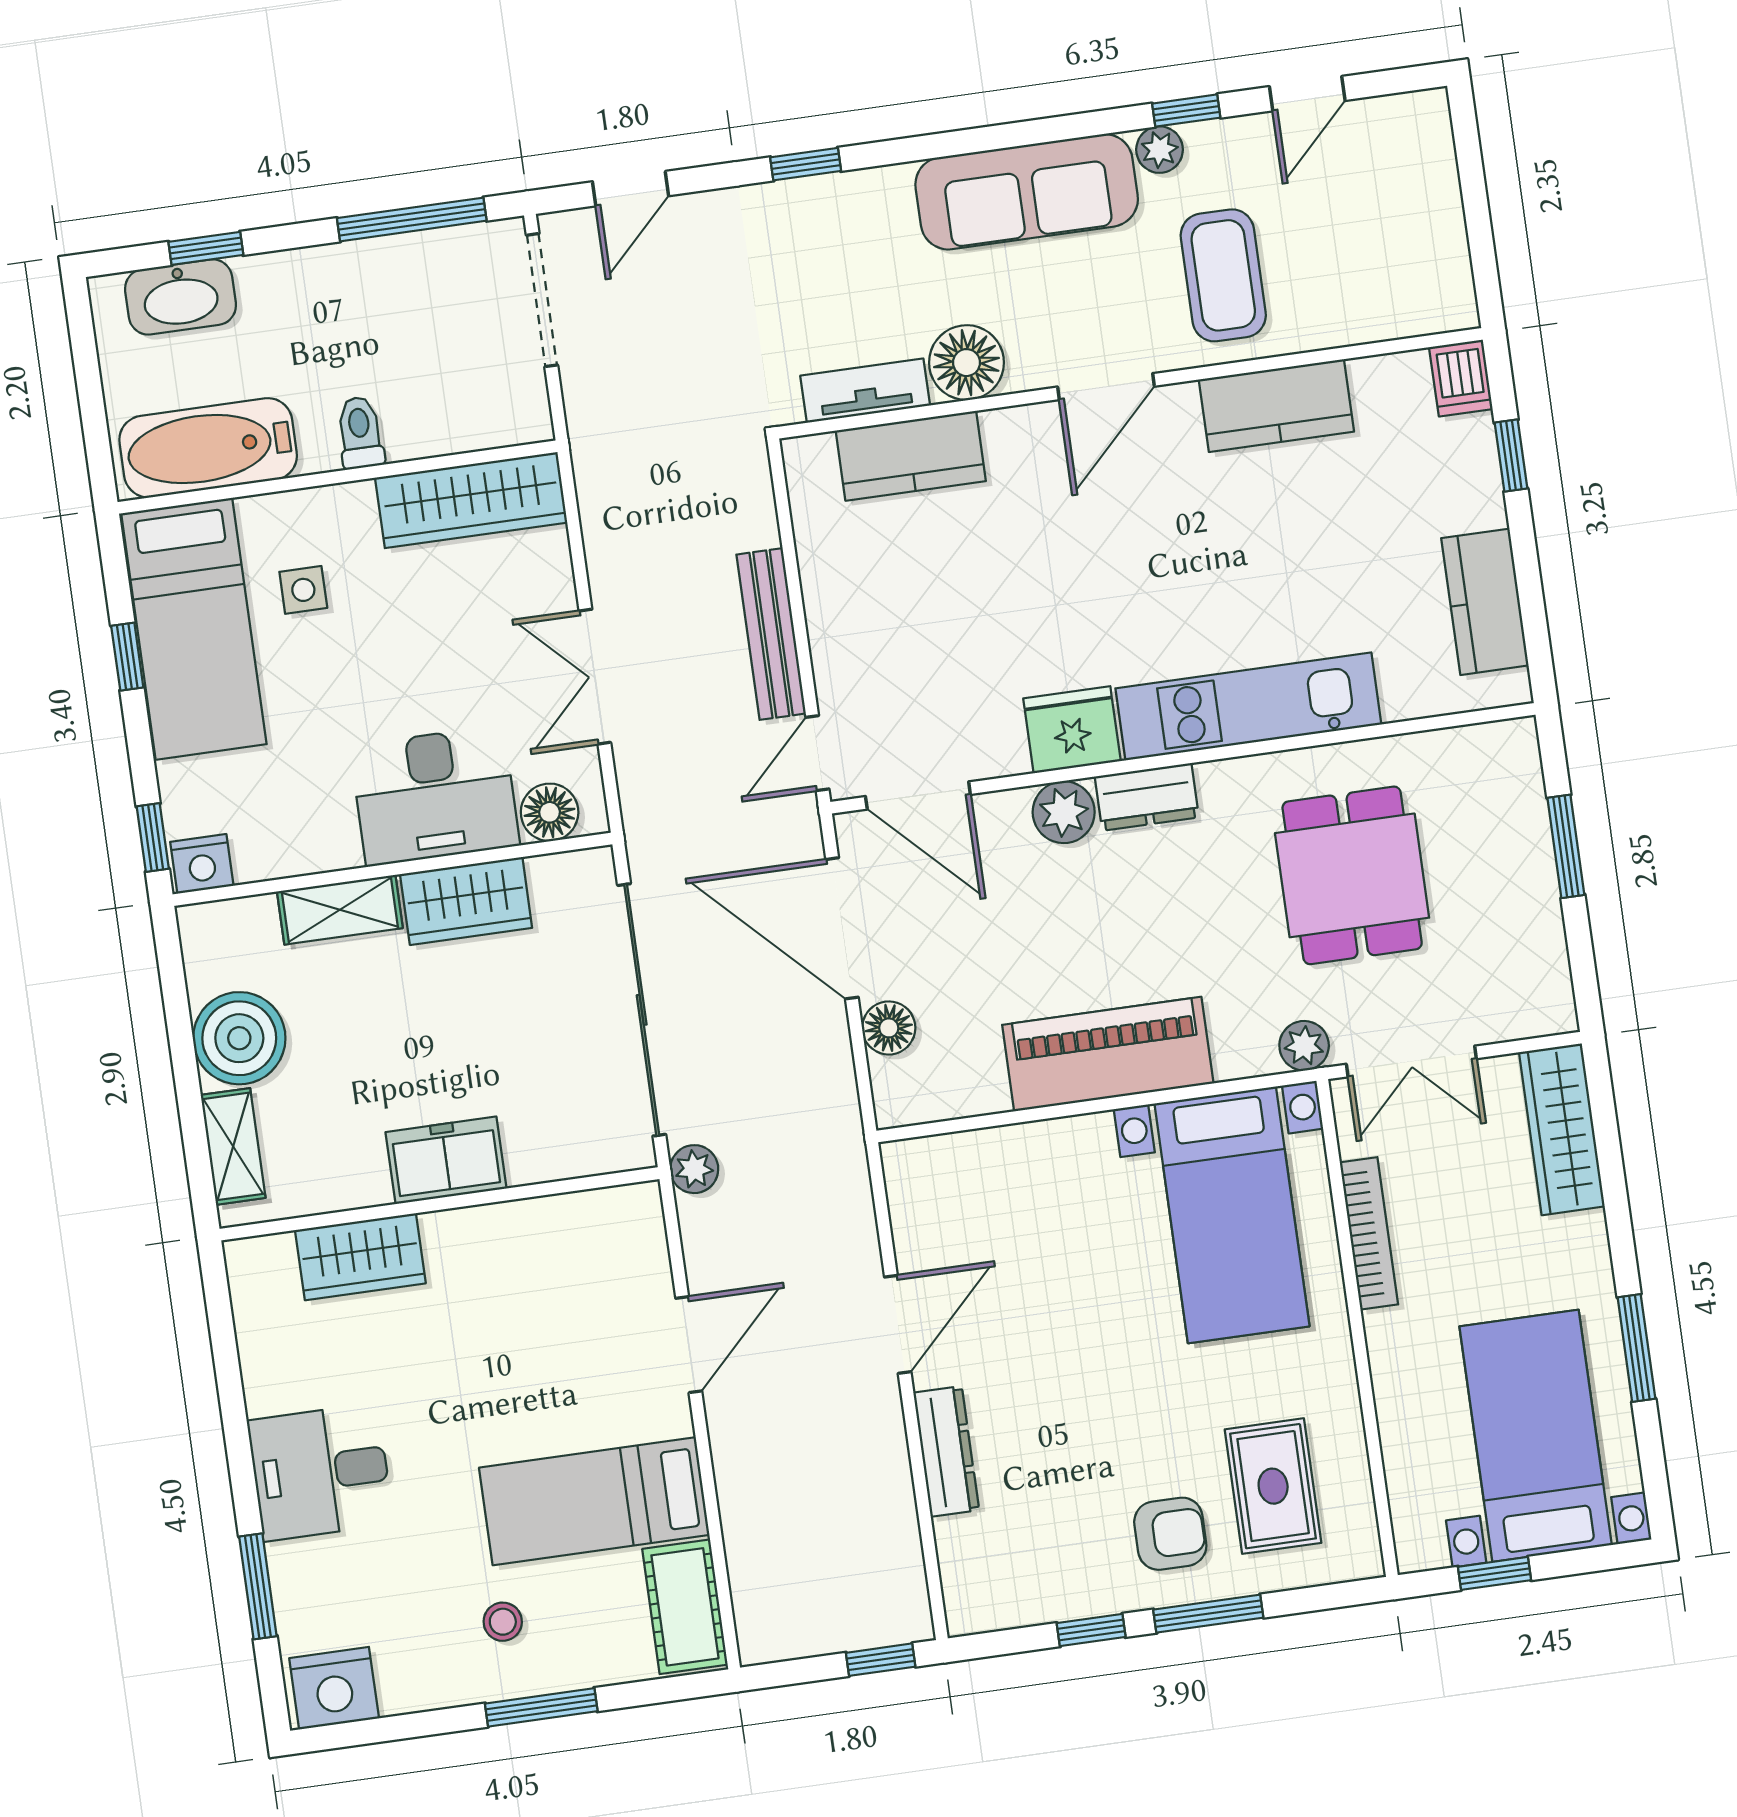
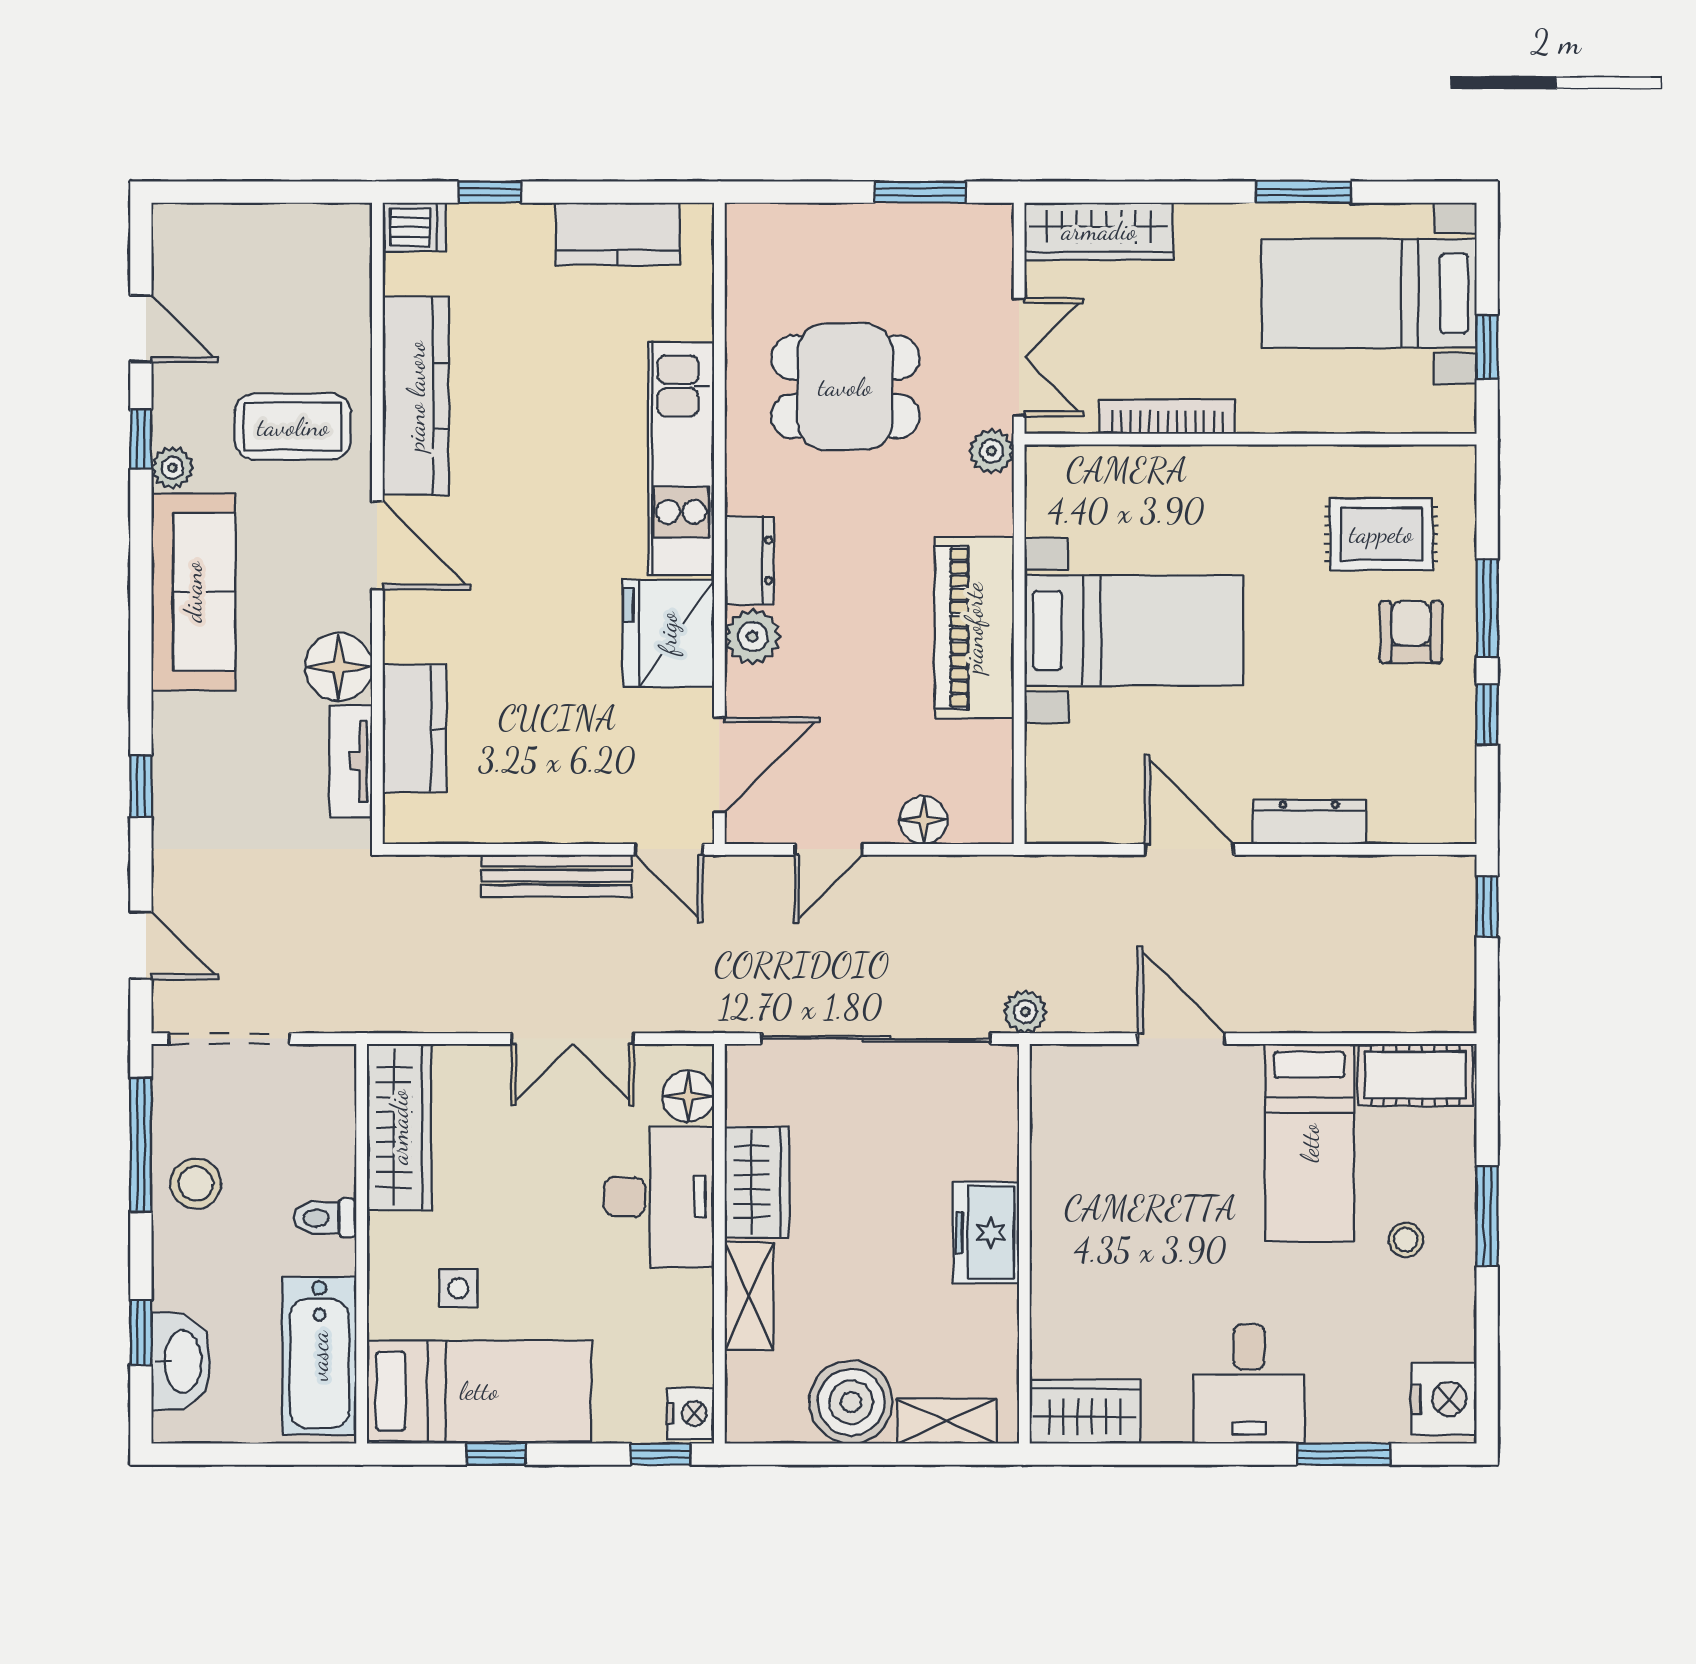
stool: (378, 286) -> (196, 1184), added
kitchen counter: (1276, 406) -> (416, 396), width x1.50
fridge: (1072, 730) -> (668, 633), width x1.36, depth x1.34
window: (1566, 846) -> (920, 192), moved
door: (842, 928) -> (829, 849), width x0.53
bed with nightstands: (1232, 1215) -> (1134, 630), moved
wardrobe: (360, 1257) -> (1085, 1412), moved, turned -90

